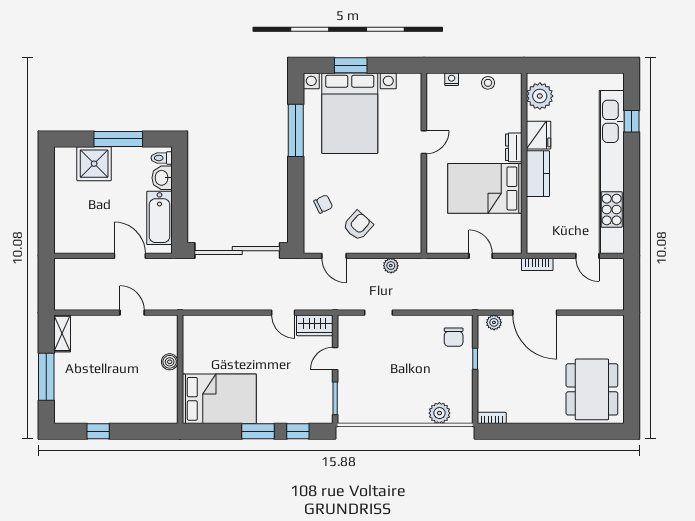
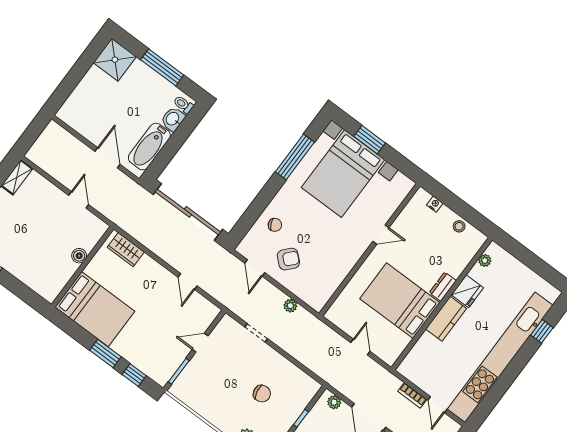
plant: (540, 96) -> (485, 260), width x0.53, depth x0.53
shower: (94, 164) -> (115, 60), moved
bookcase: (537, 264) -> (412, 395), moved
wardrobe: (315, 325) -> (126, 250), moved
chair: (454, 337) -> (262, 394), moved, turned -100

